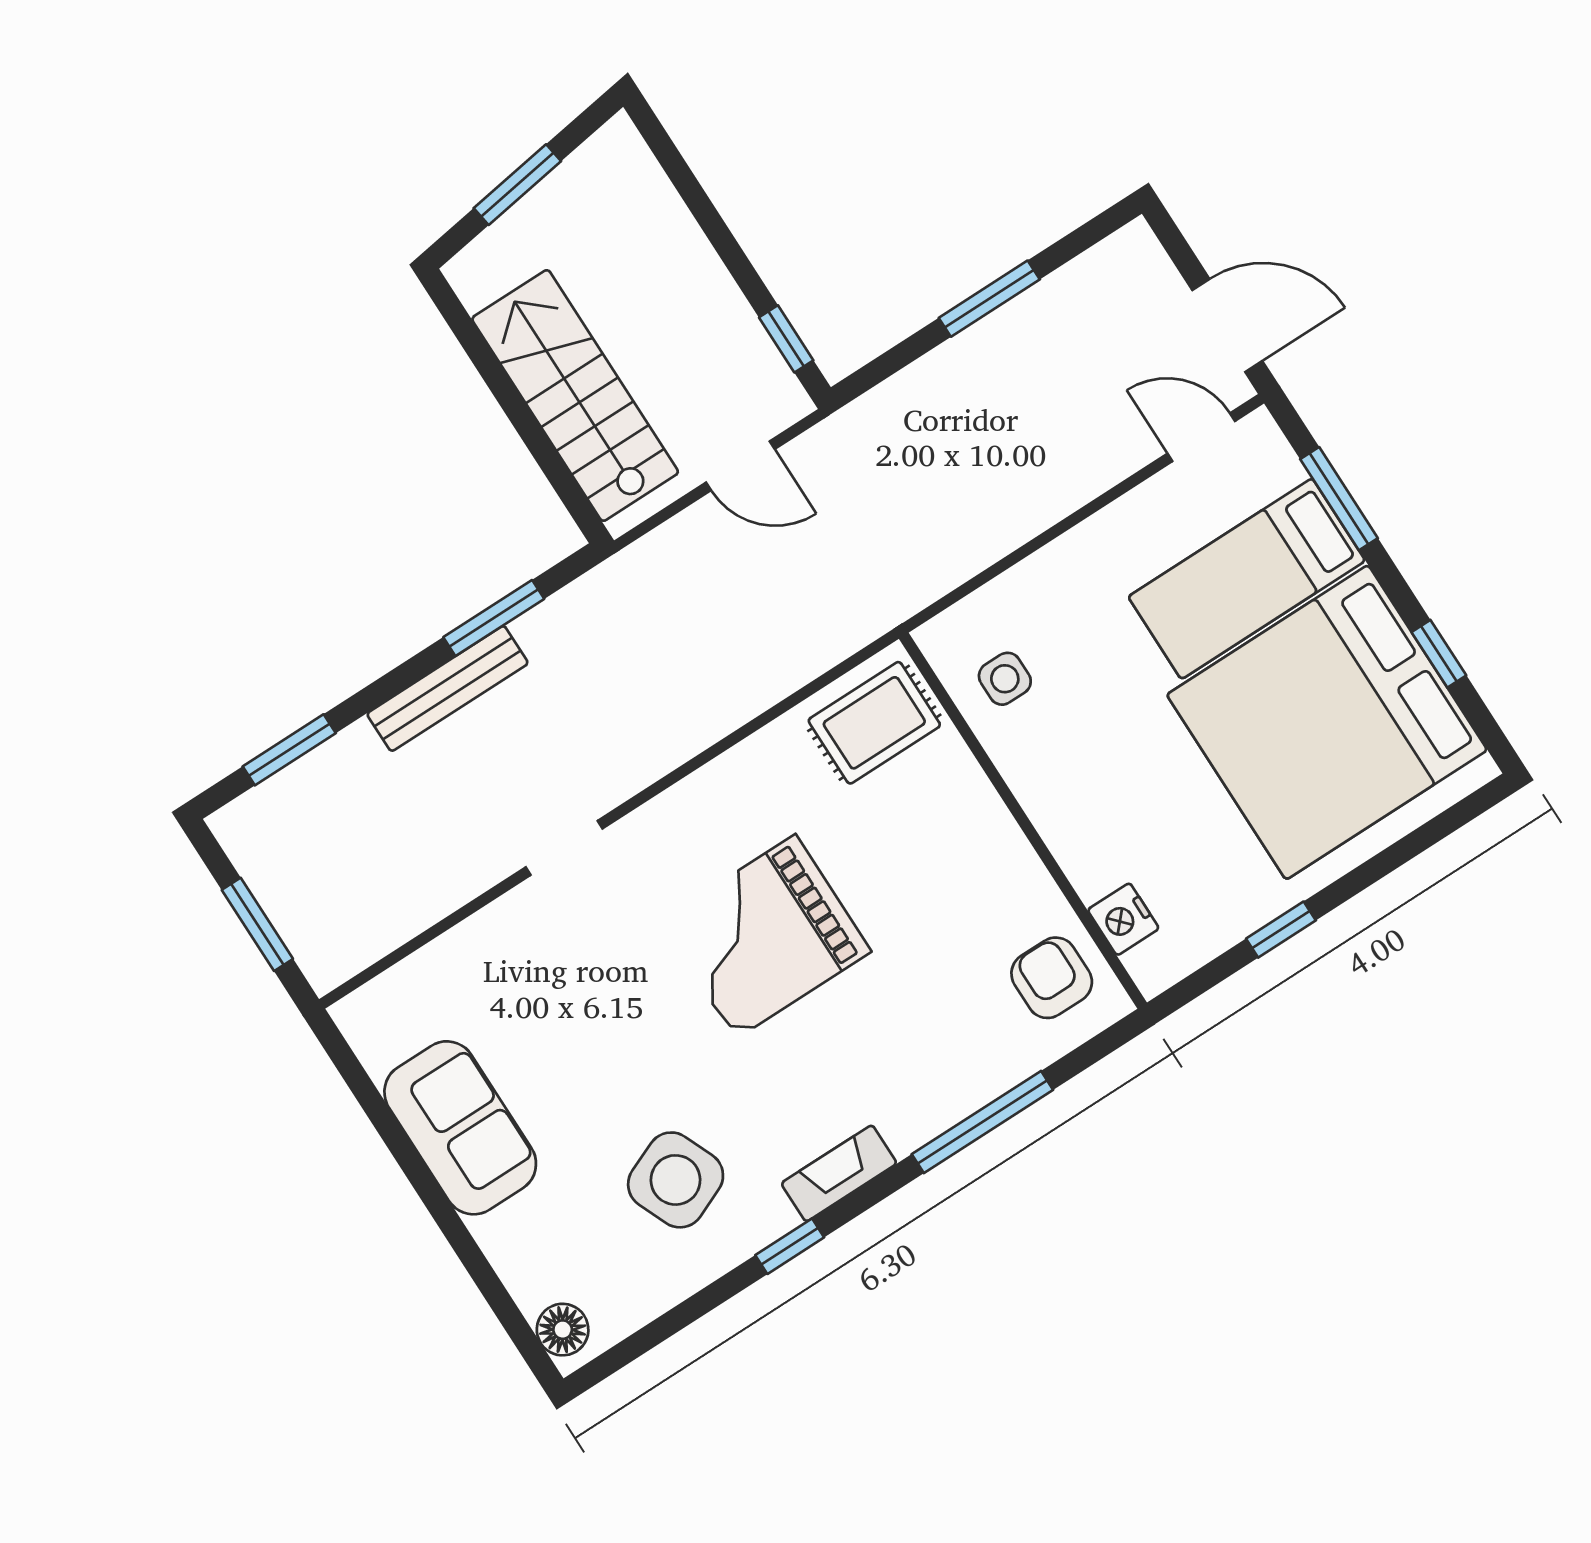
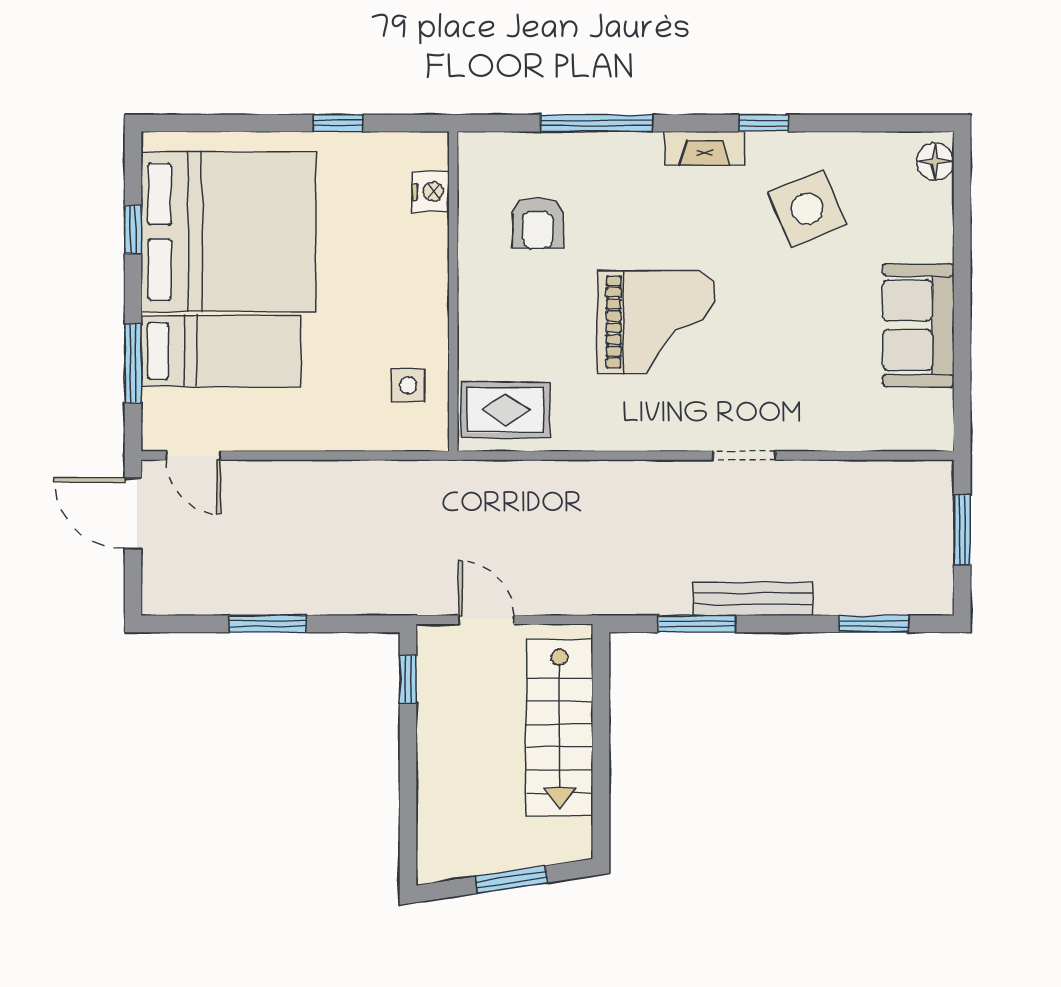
armchair: (1052, 978) -> (538, 223), moved

